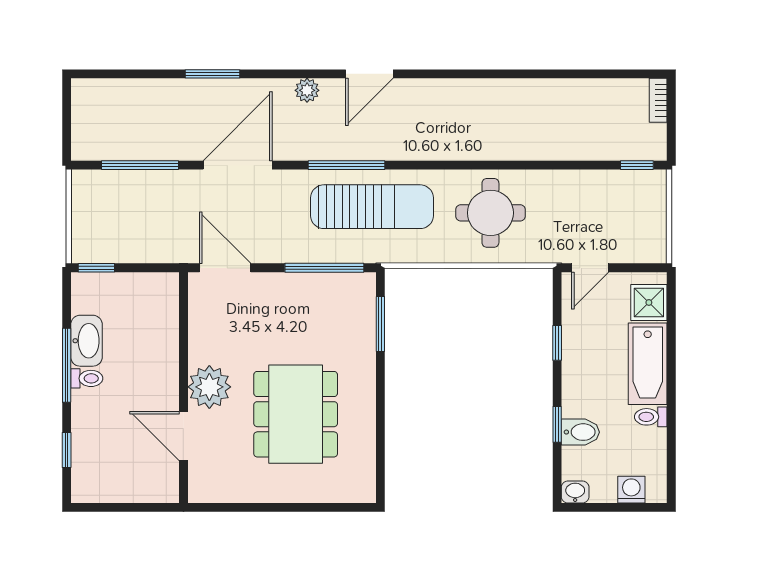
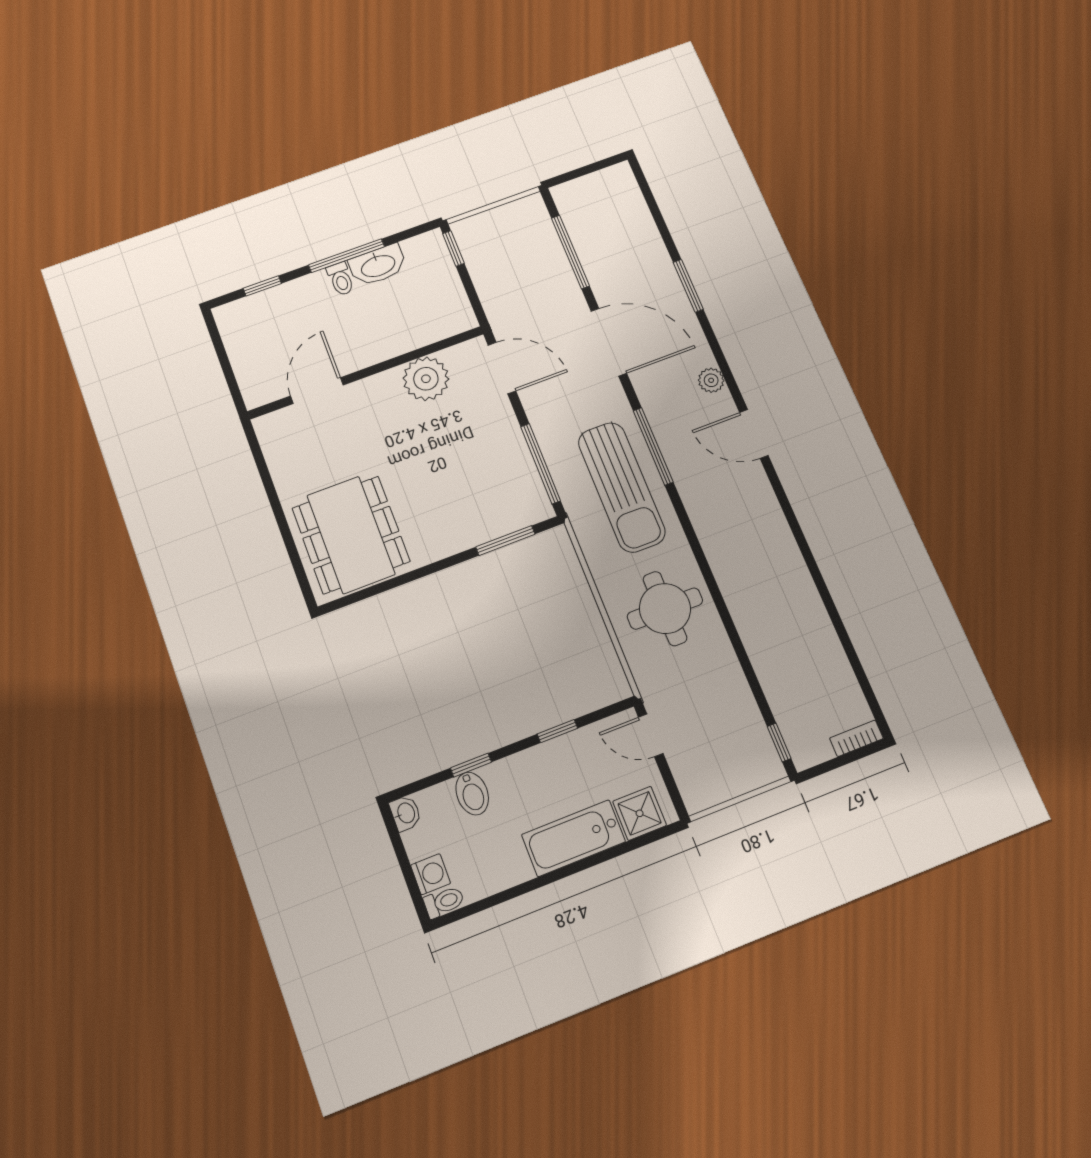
door: (225, 268) -> (502, 368), hinge flipped
plant: (209, 387) -> (426, 379), moved
dining table: (296, 414) -> (351, 535), moved, turned 90
toilet: (651, 417) -> (444, 902), moved, turned 90

